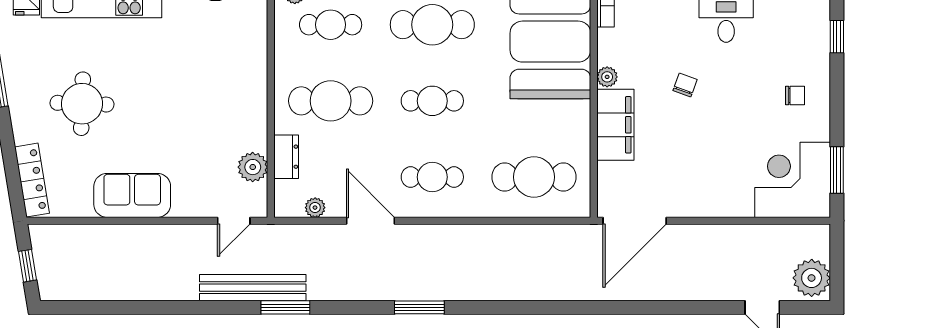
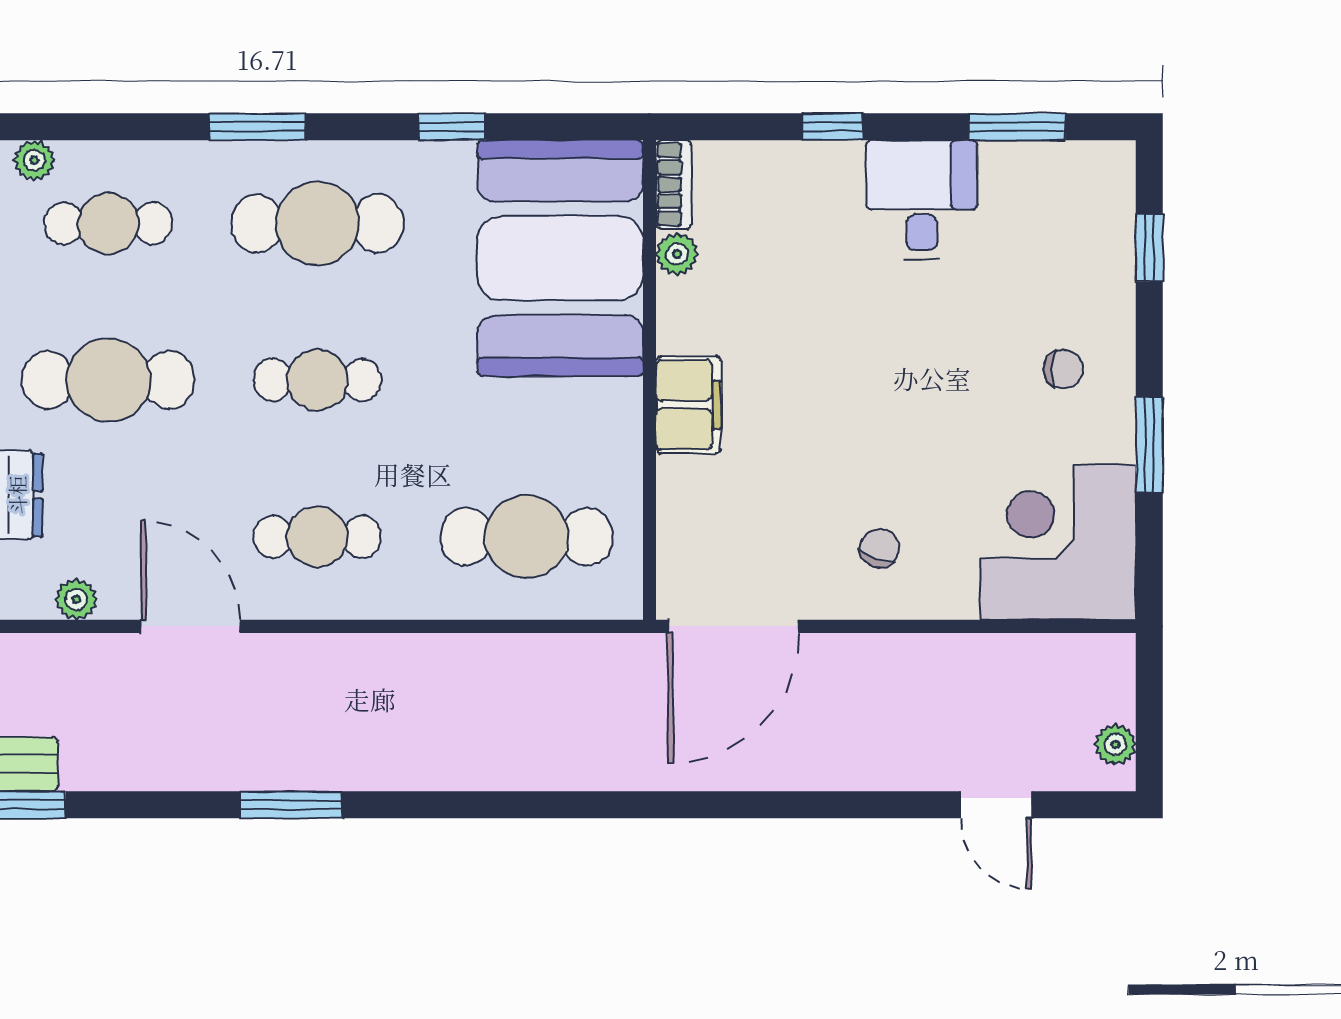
plant: (607, 77) -> (677, 254), moved
chair: (685, 85) -> (880, 548), moved
filing cabinet: (615, 125) -> (689, 405), width x0.67, depth x0.86
window: (837, 170) -> (1149, 445), moved
plant: (812, 278) -> (1115, 744), width x0.53, depth x0.53

